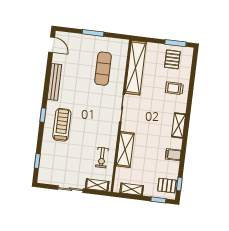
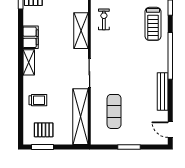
pallet: (172, 59) -> (44, 130), turned 90
window: (43, 115) -> (170, 56), width x3.17
treadmill: (62, 125) -> (153, 24), moved
filing cabinet: (173, 155) -> (31, 37), width x2.00

